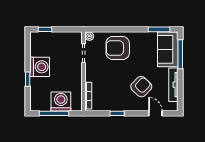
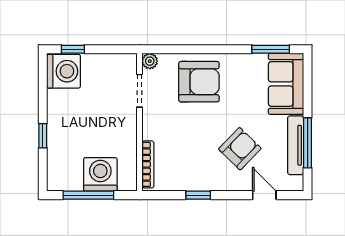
armchair: (118, 48) -> (199, 82), turned 180
window: (180, 54) -> (308, 143), moved
washing machine: (40, 67) -> (64, 71), moved

